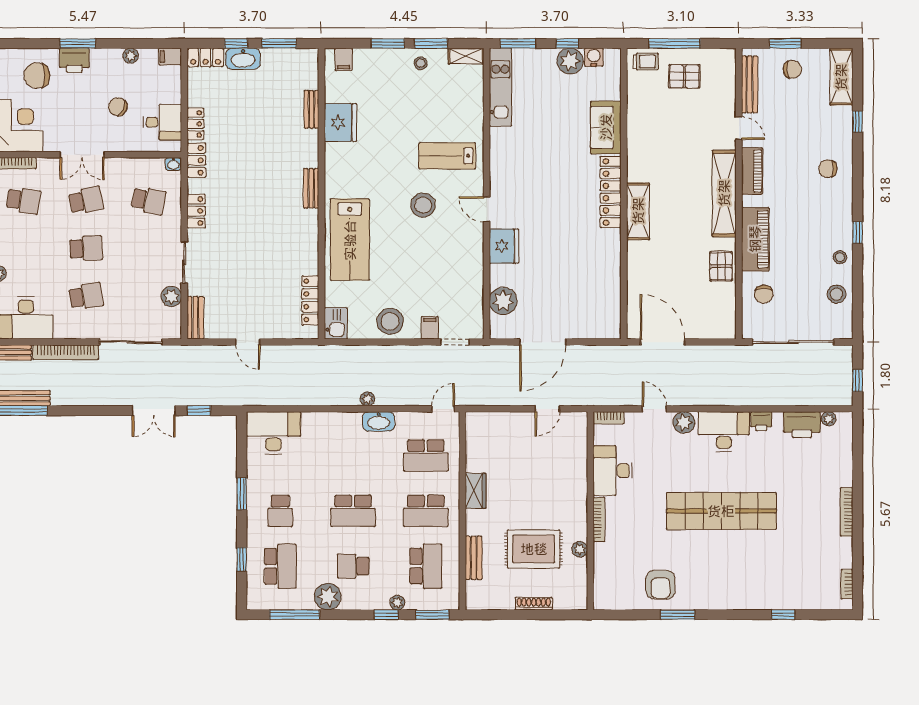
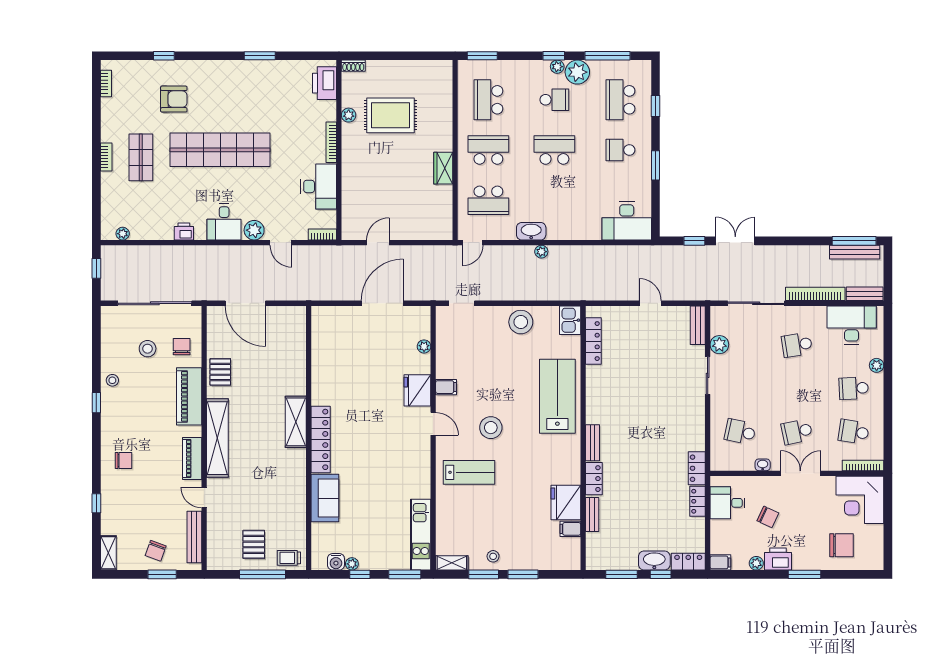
filing cabinet: (344, 59) -> (570, 529), moved, turned -90
printer: (74, 60) -> (778, 559), moved
plant: (570, 61) -> (352, 564), width x0.53, depth x0.53
chair: (792, 69) -> (156, 551), turned -66
pallet: (684, 76) -> (254, 544), turned 90
shelving: (841, 77) -> (108, 553), width x0.67, depth x0.75
washbasin: (173, 164) -> (763, 465), moved
locker: (196, 211) -> (594, 479), moved, turned 180
school desk: (86, 248) -> (854, 388), moved
stool: (837, 294) -> (148, 349), moved
plant: (503, 301) -> (424, 346), width x0.53, depth x0.53
filing cabinet: (430, 328) -> (446, 387), moved, turned -90
door: (663, 342) -> (245, 303), moved
printer: (802, 425) -> (325, 83), moved, turned -90
desk: (724, 432) -> (224, 222), width x0.73
school desk: (426, 455) -> (488, 200), turned 180
shop shelf: (809, 503) -> (141, 157), added
school desk: (280, 511) -> (620, 150), turned -90
bookcase: (847, 512) -> (106, 157), width x0.64
bench: (474, 558) -> (445, 107), removed
armchair: (661, 585) -> (174, 99), moved, turned 90
plant: (397, 603) -> (557, 67), moved
shoe rack: (534, 604) -> (353, 66), moved, width x0.70
window: (386, 615) -> (554, 56), moved

